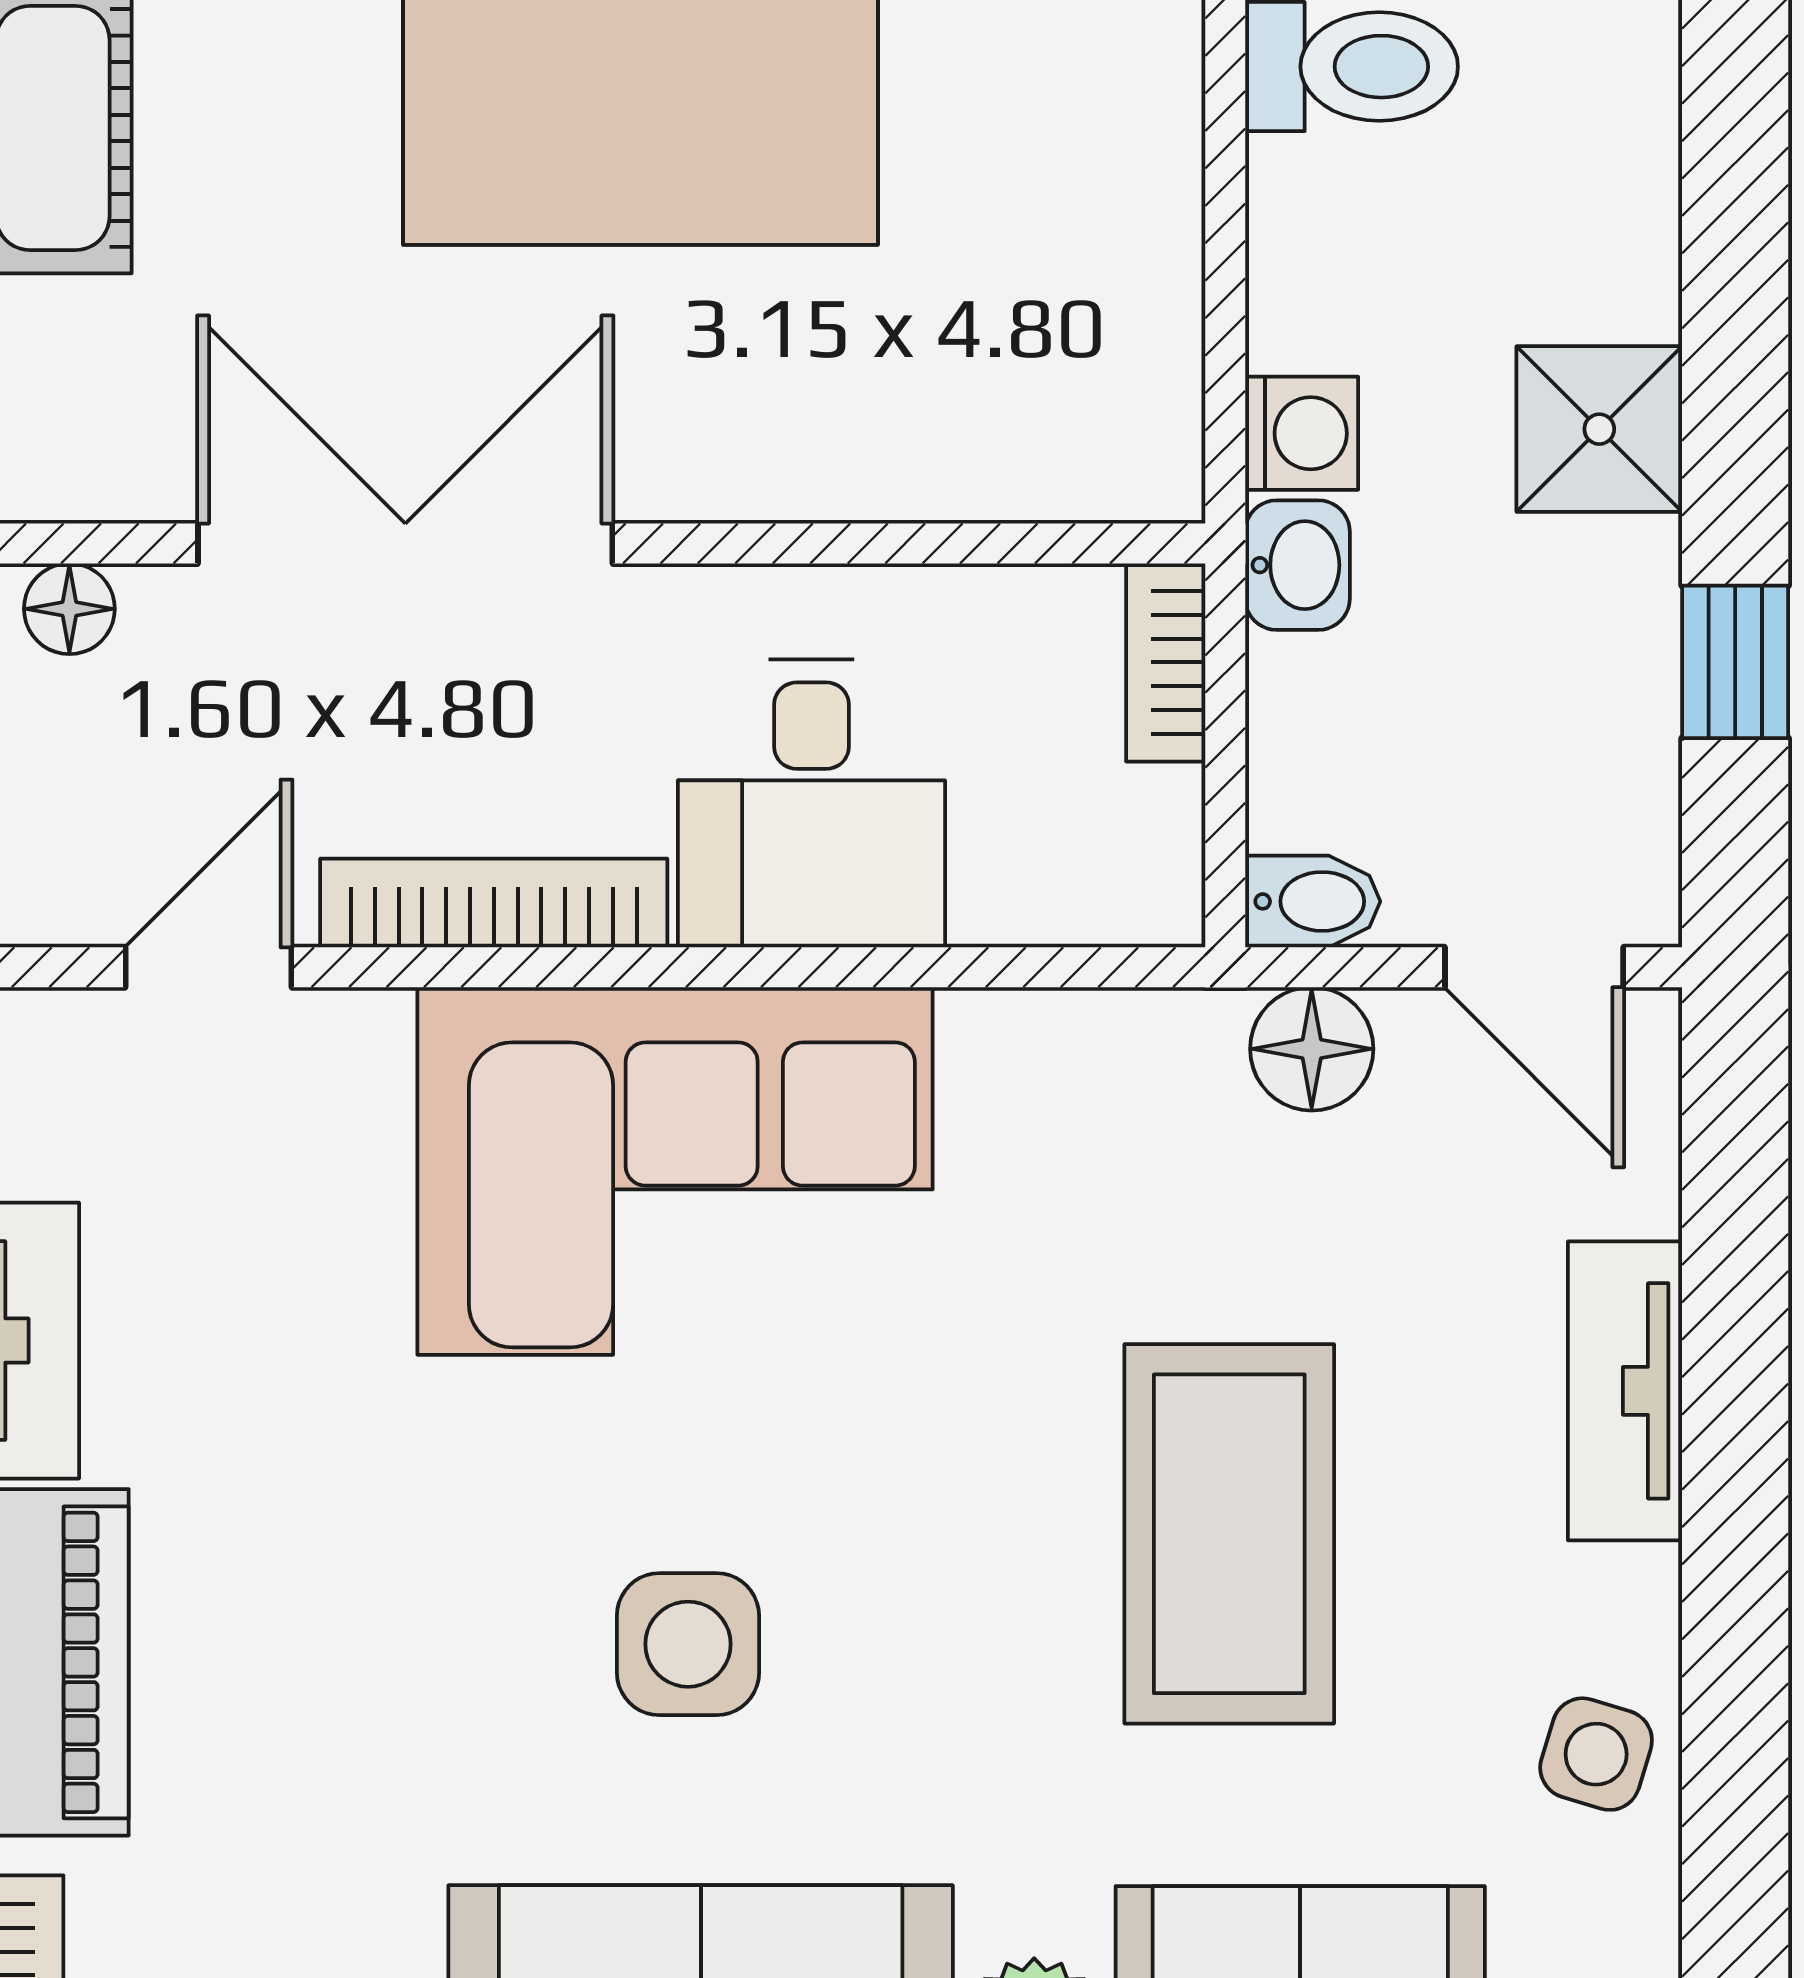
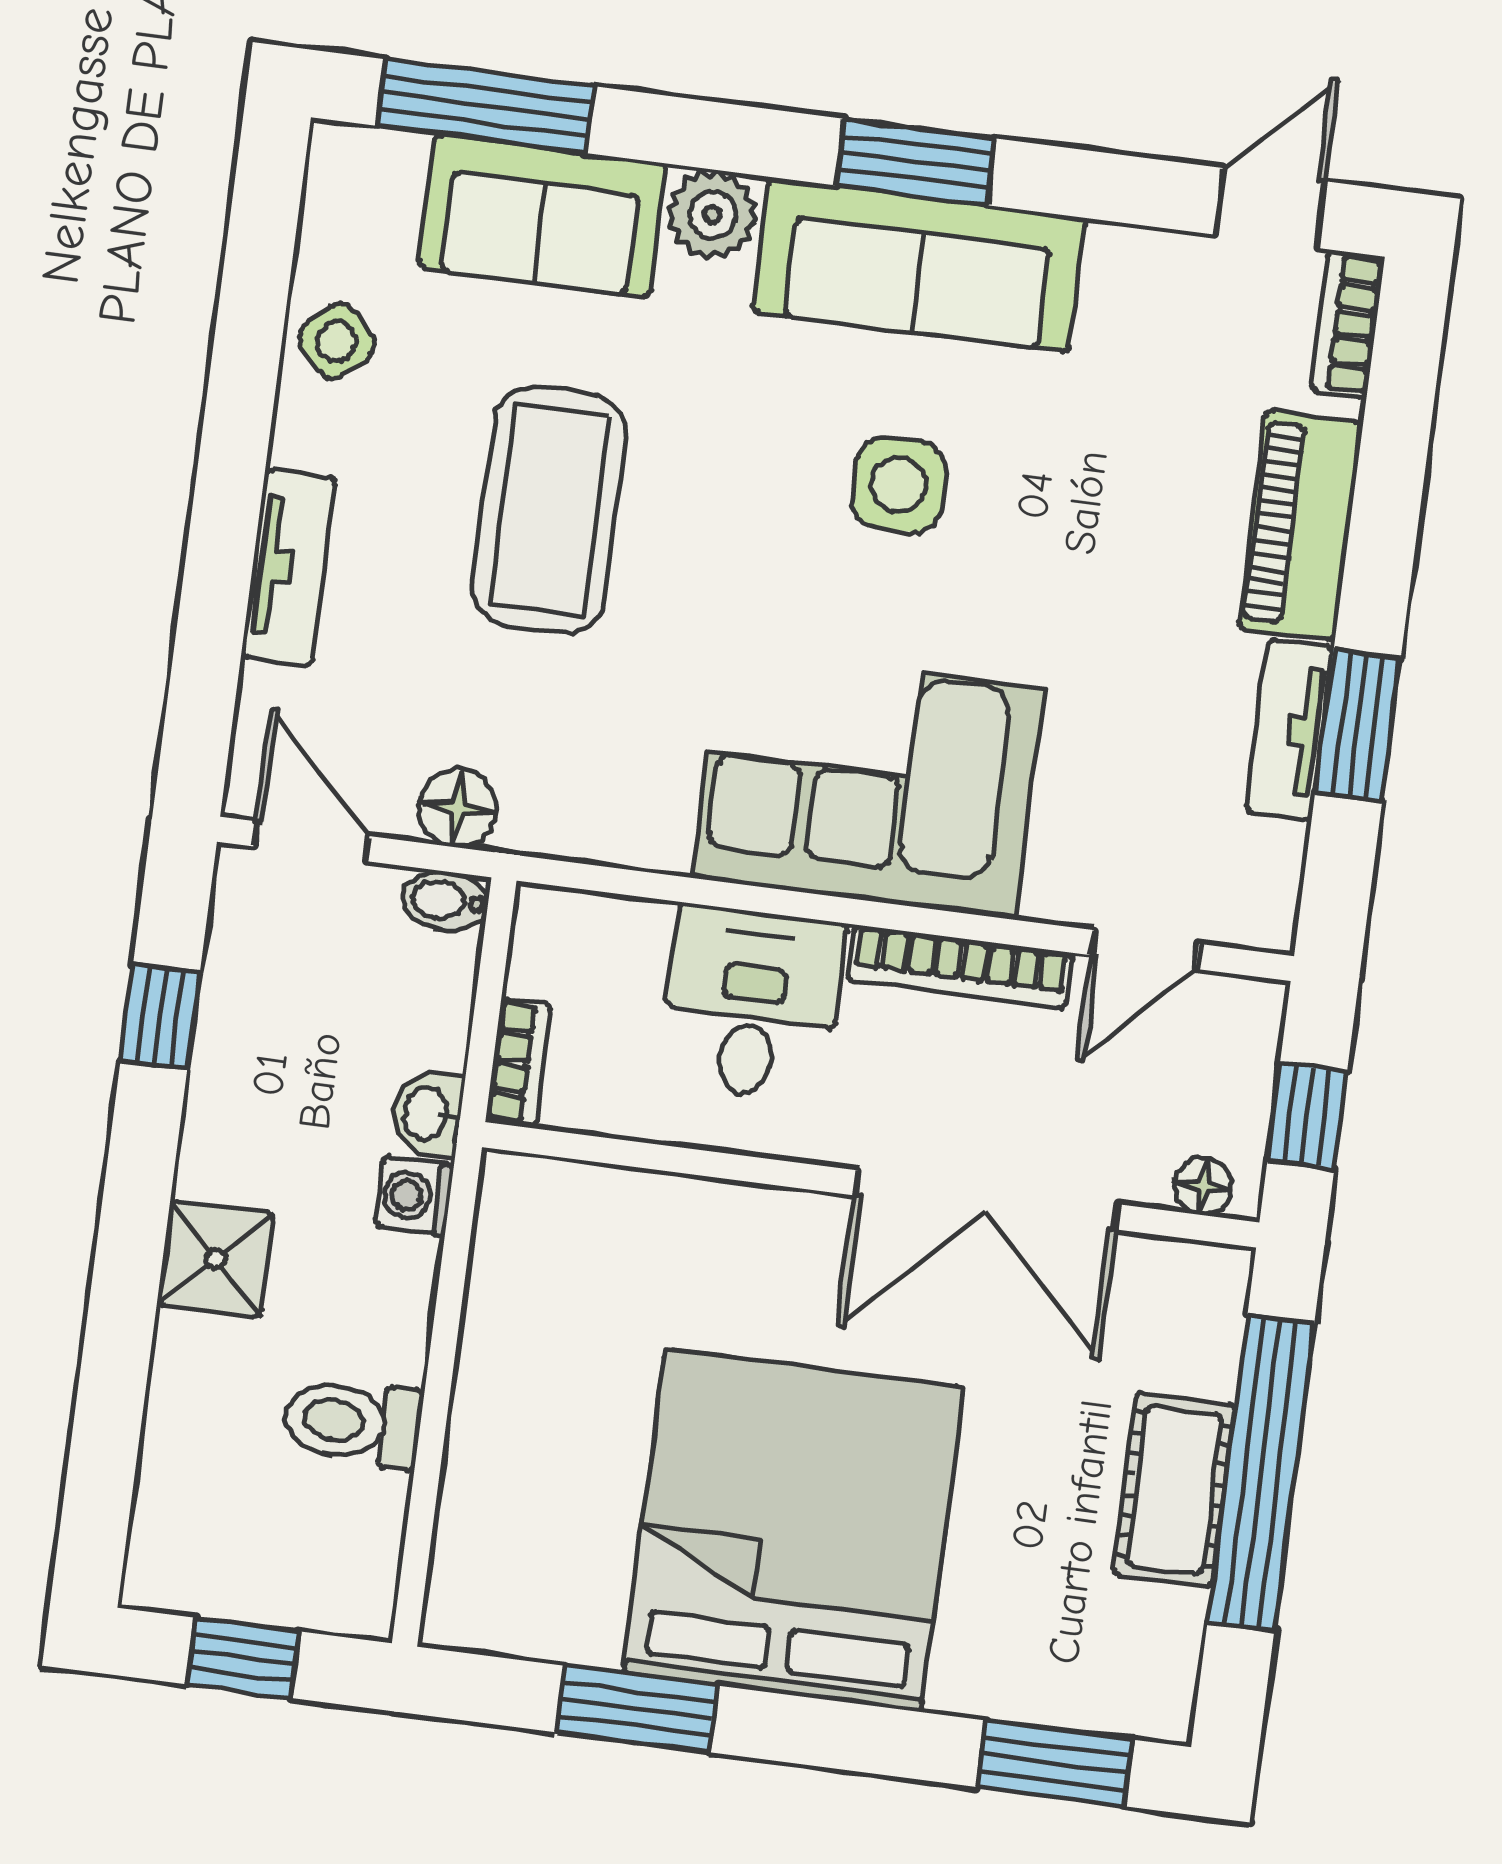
shower: (1599, 429) -> (216, 1259), moved
side table: (1596, 1754) -> (337, 342), turned 32

